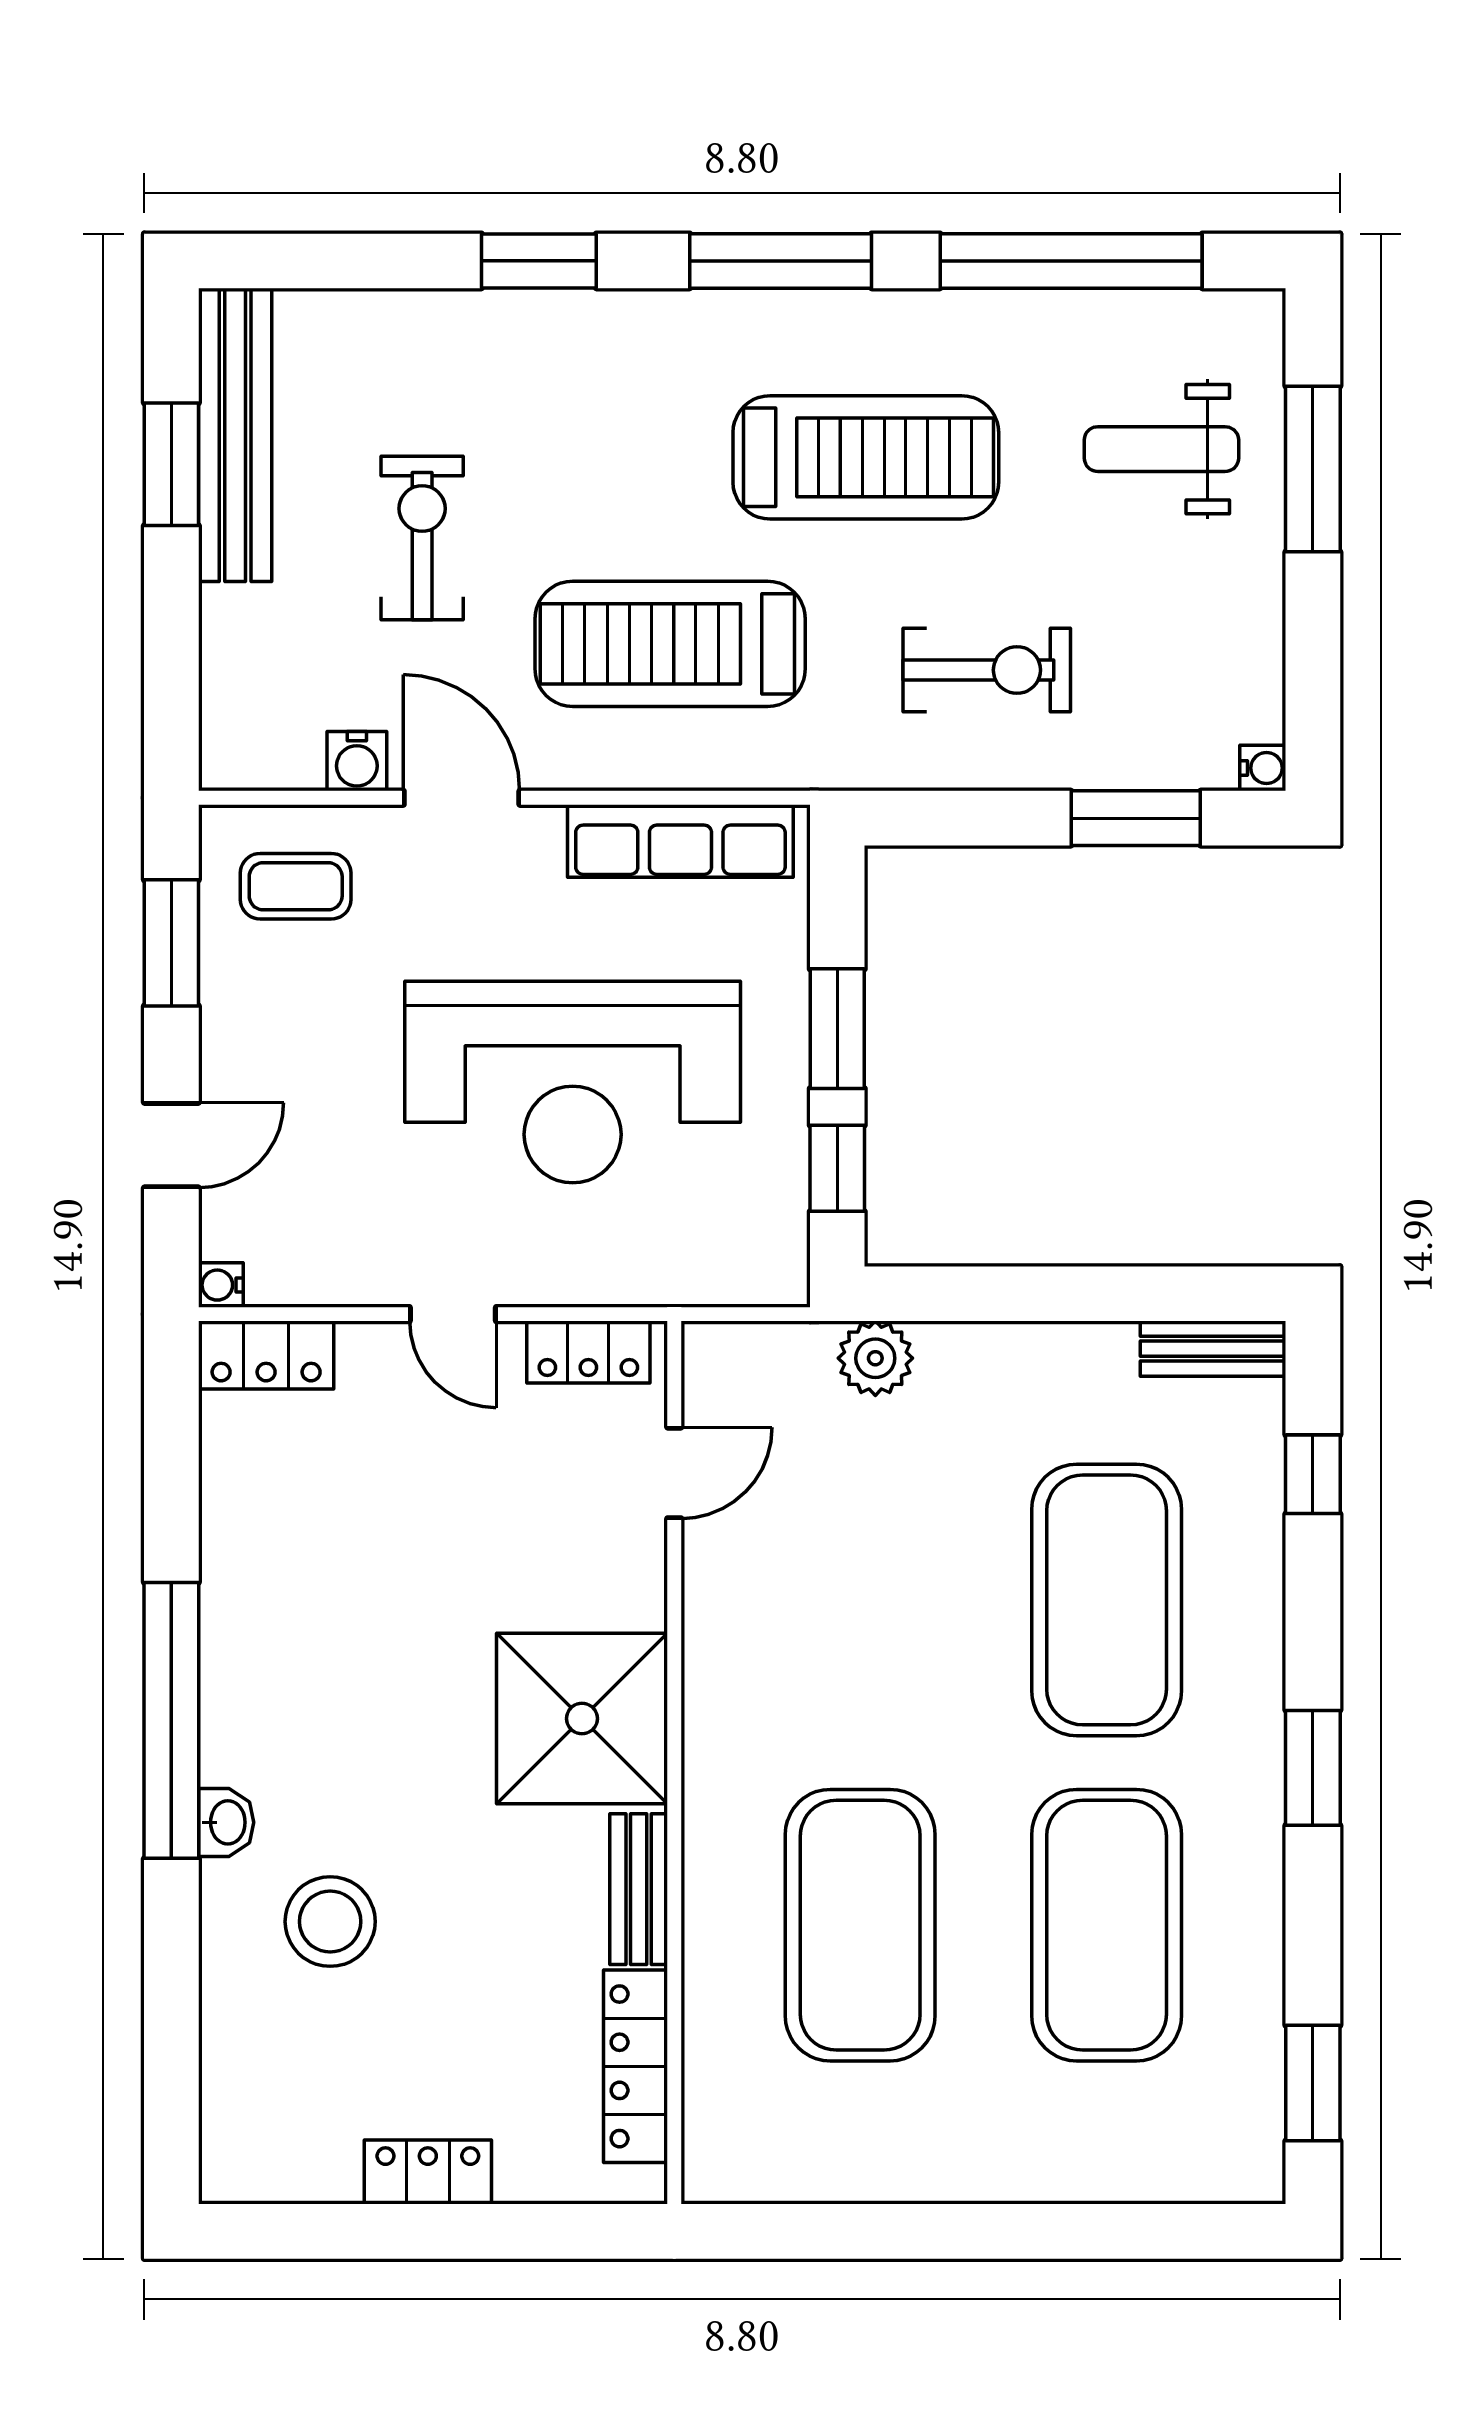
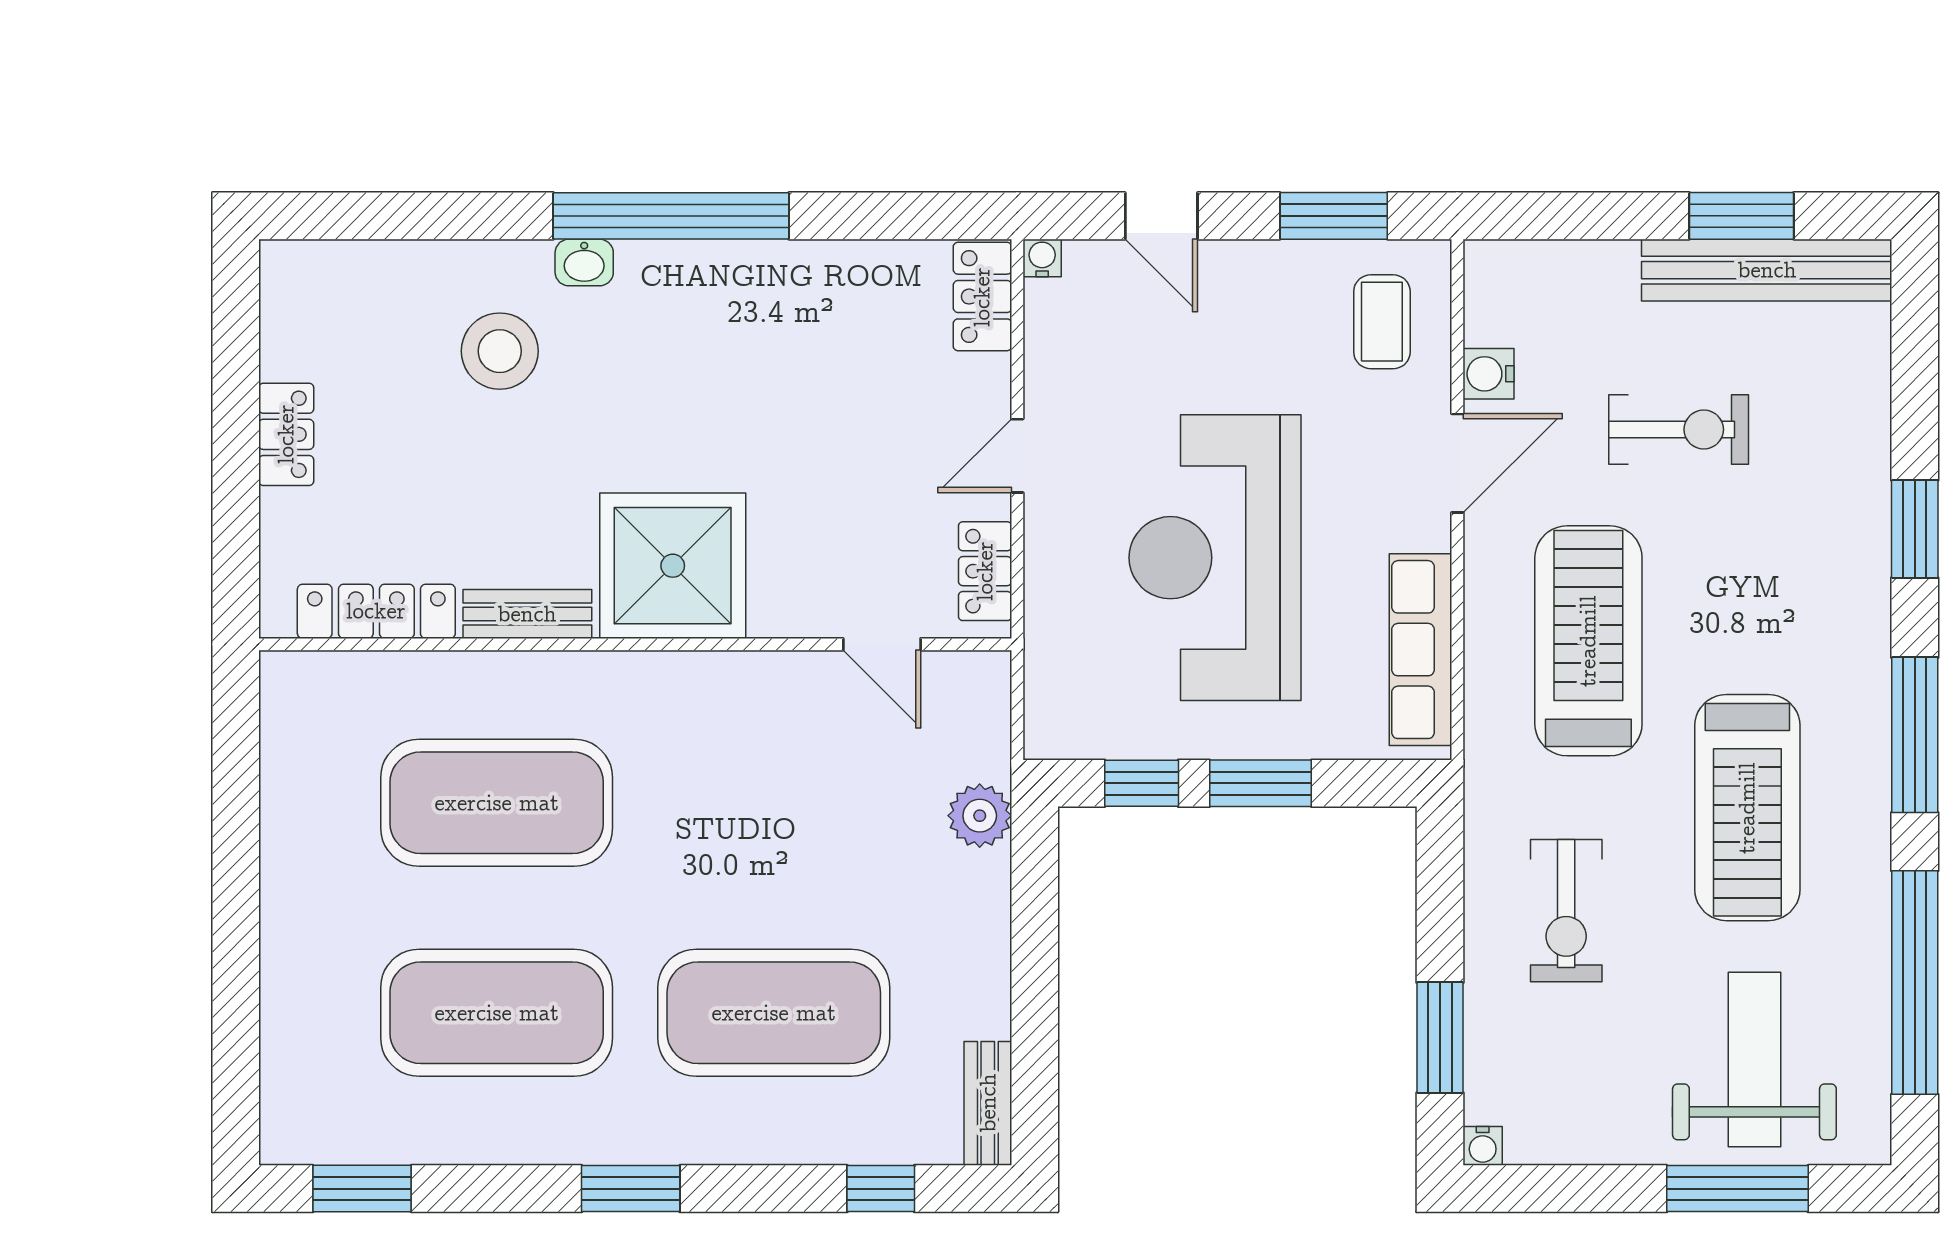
weight bench: (1161, 449) -> (1754, 1059), width x1.36, depth x1.33

